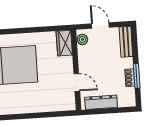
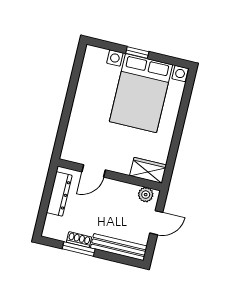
bench: (126, 42) -> (119, 247), width x1.36

